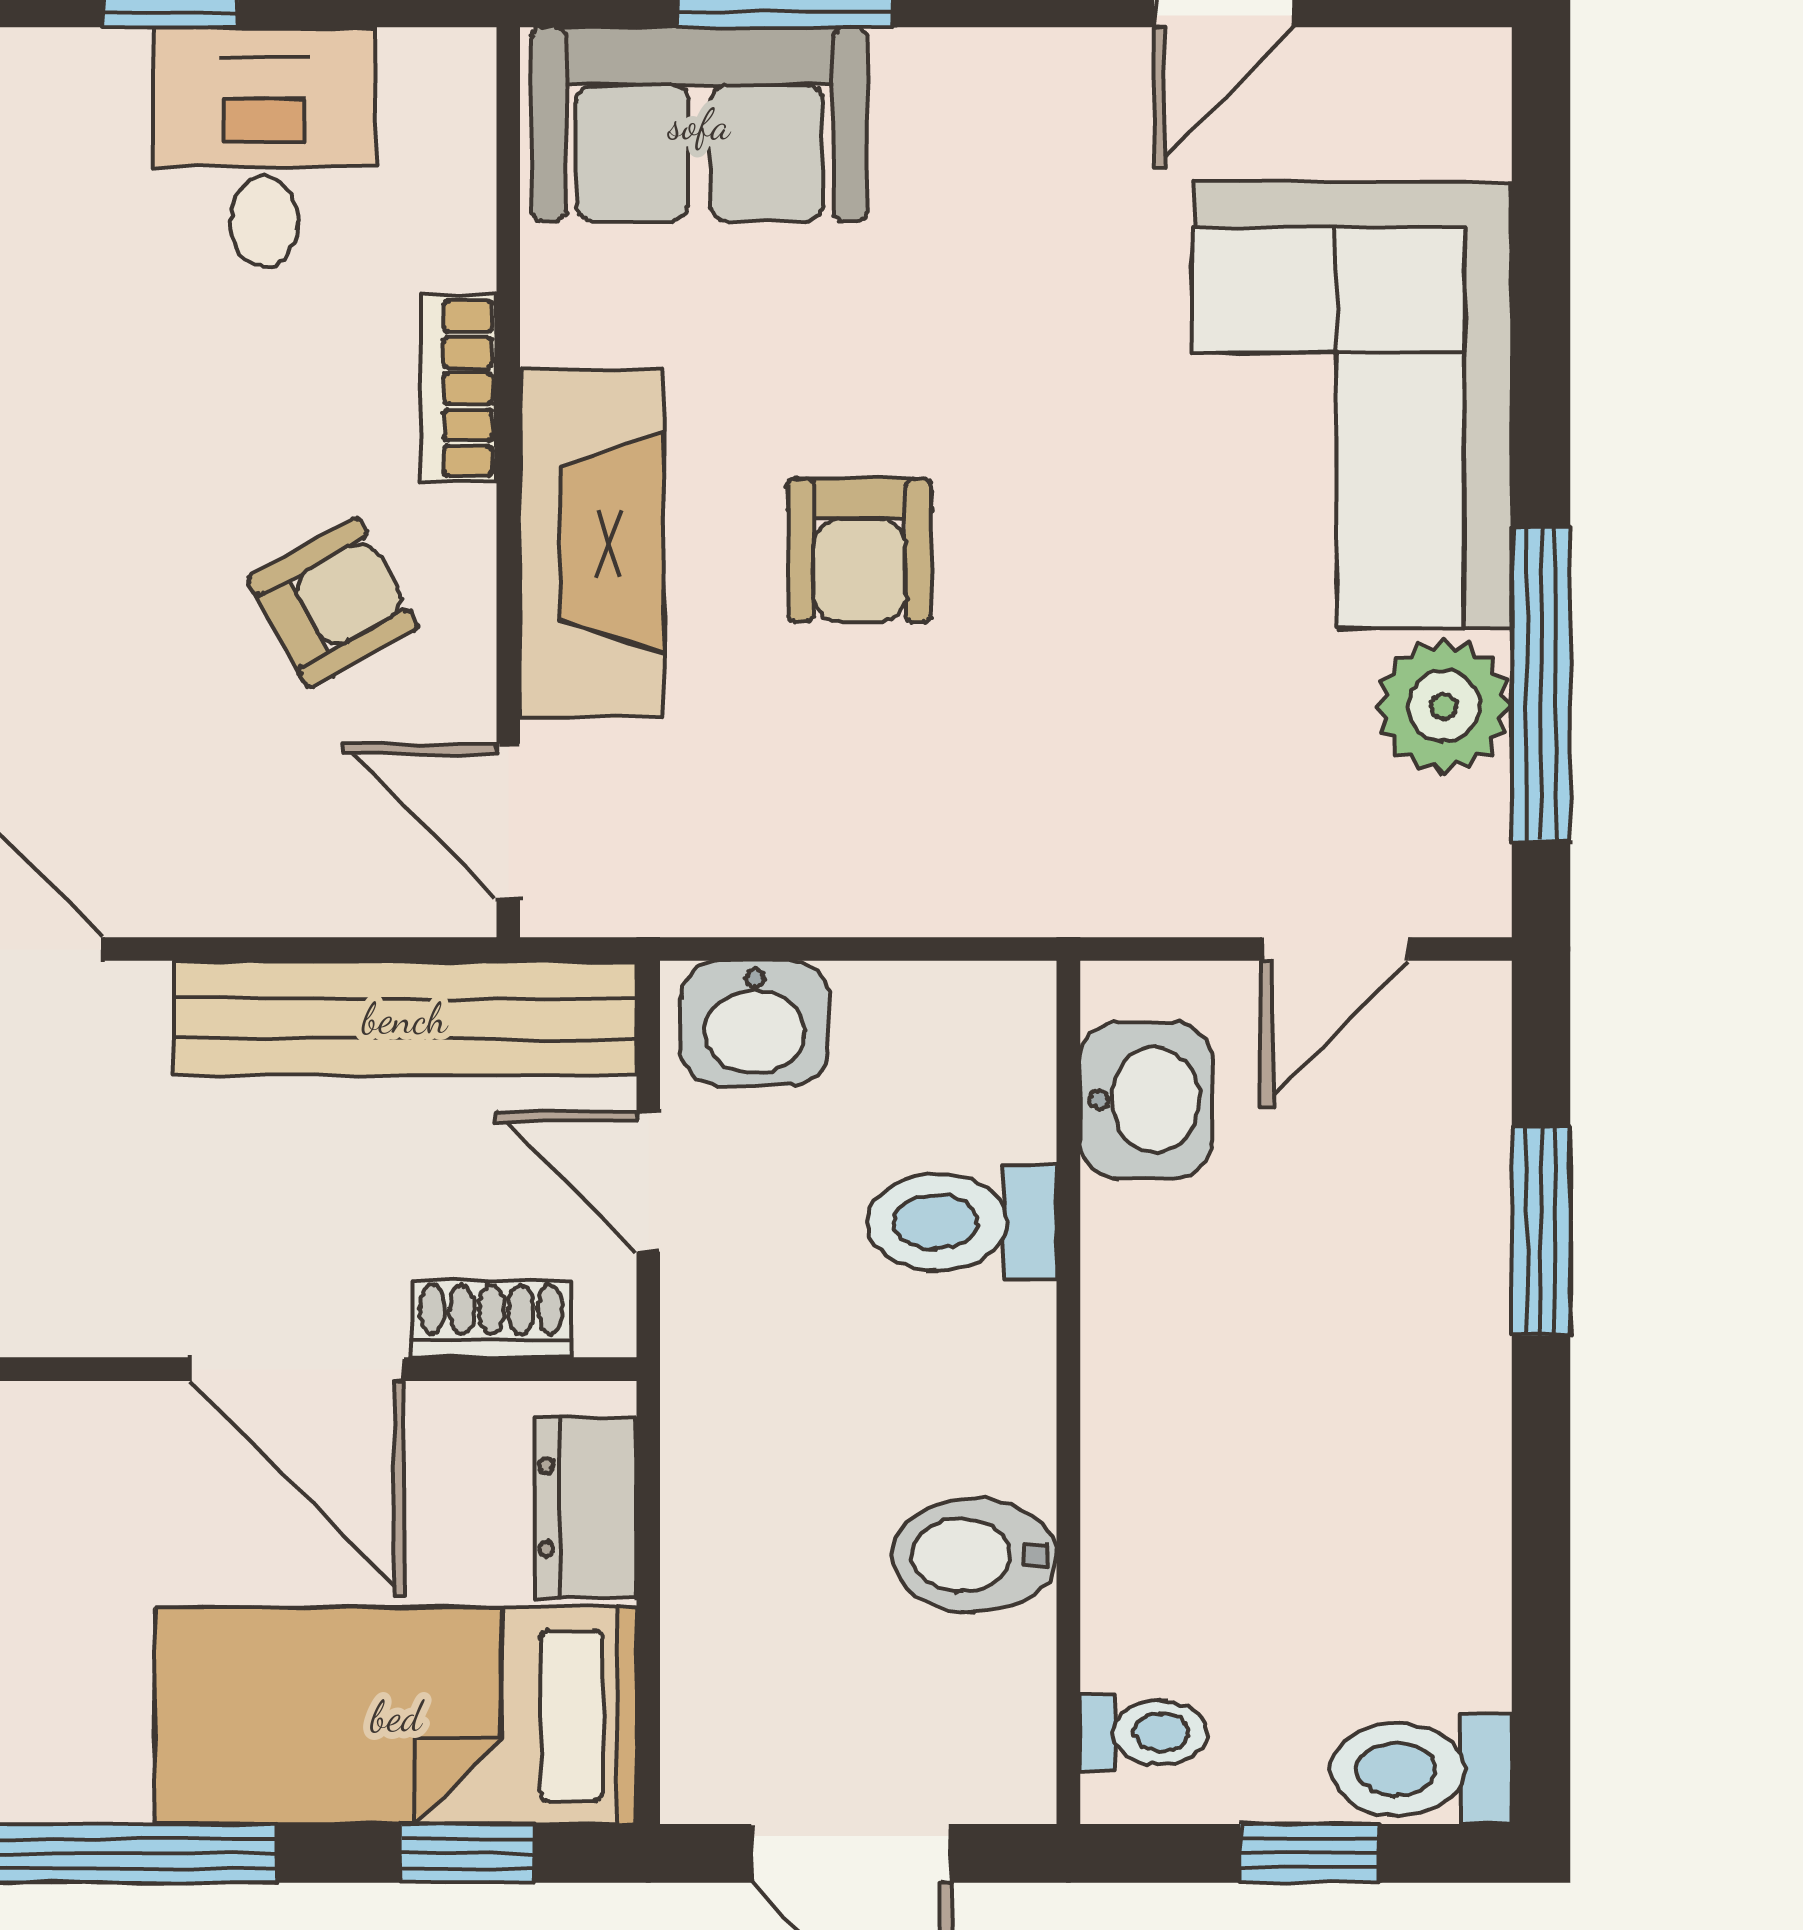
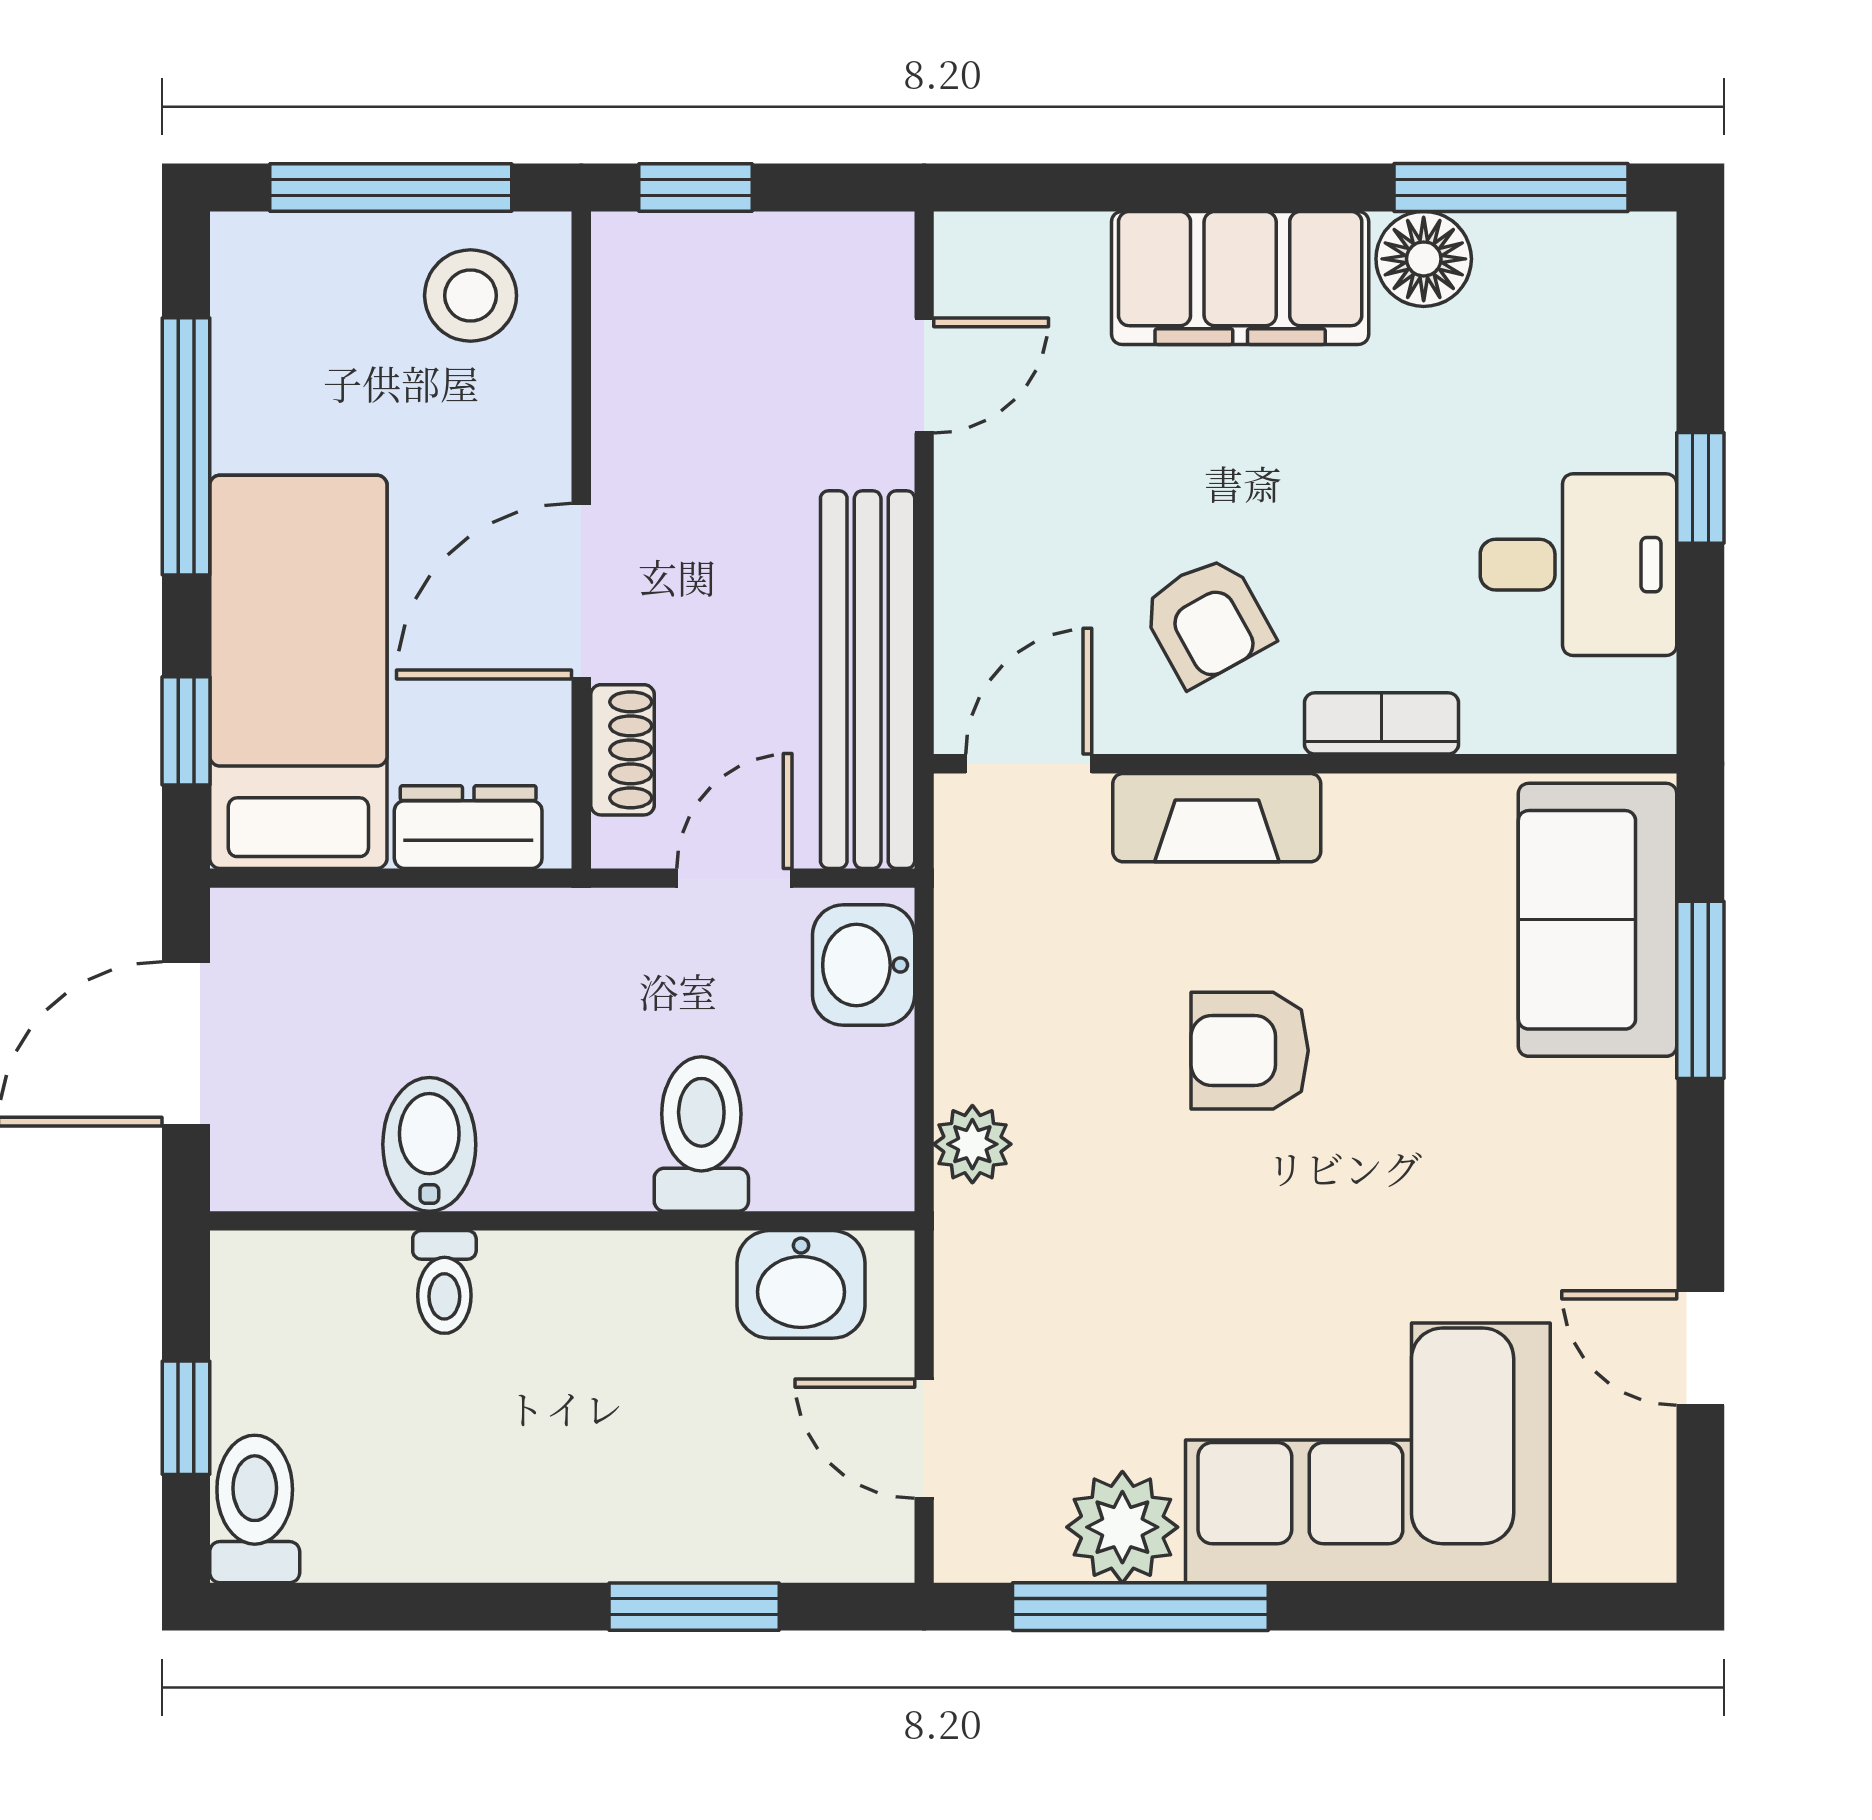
fireplace: (592, 544) -> (1217, 818), width x0.73, depth x0.76
plant: (974, 890) -> (972, 1144), added
toilet: (1143, 1733) -> (444, 1282), moved

